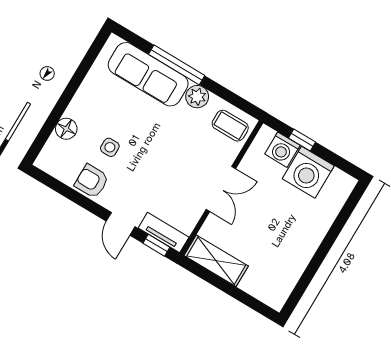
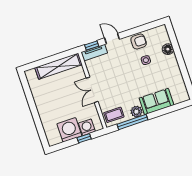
window: (177, 65) -> (132, 122), moved
sofa: (148, 74) -> (156, 102), width x0.73
shelving: (216, 261) -> (59, 66), width x1.47

